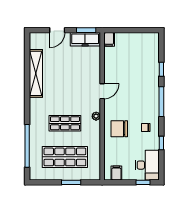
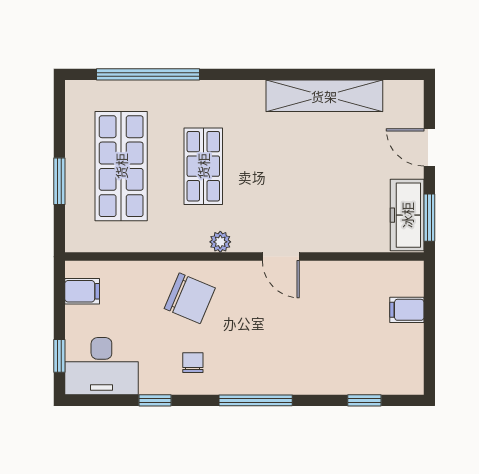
filing cabinet: (109, 39) -> (407, 310), moved
window: (161, 69) -> (364, 400), moved
chair: (119, 129) -> (190, 298), turned 113

